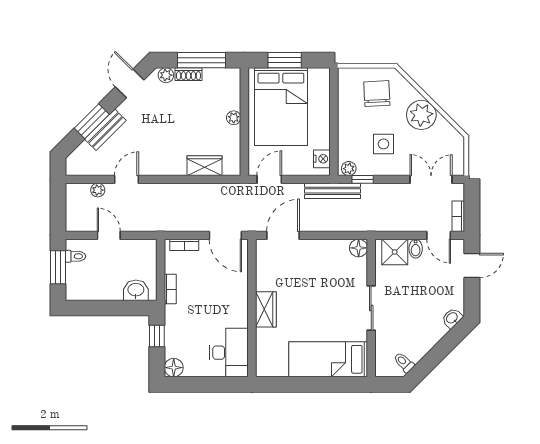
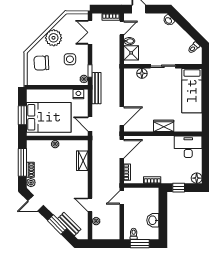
bench: (105, 130) -> (69, 224), moved
door: (109, 235) -> (122, 197), moved
door: (283, 235) -> (122, 116), swing flipped
floor lamp: (359, 248) -> (142, 73), moved
washbasin: (136, 290) -> (153, 220), moved

